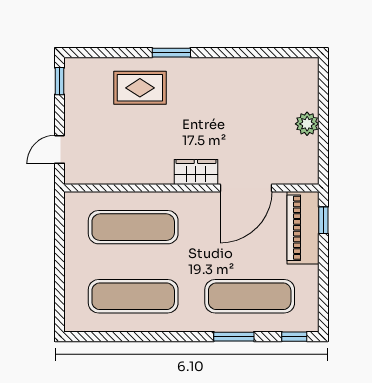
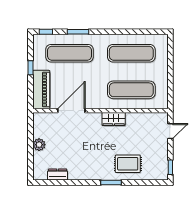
dresser: (272, 68) -> (58, 174), added
wardrobe: (196, 172) -> (114, 119), moved
window: (323, 220) -> (30, 68), moved

